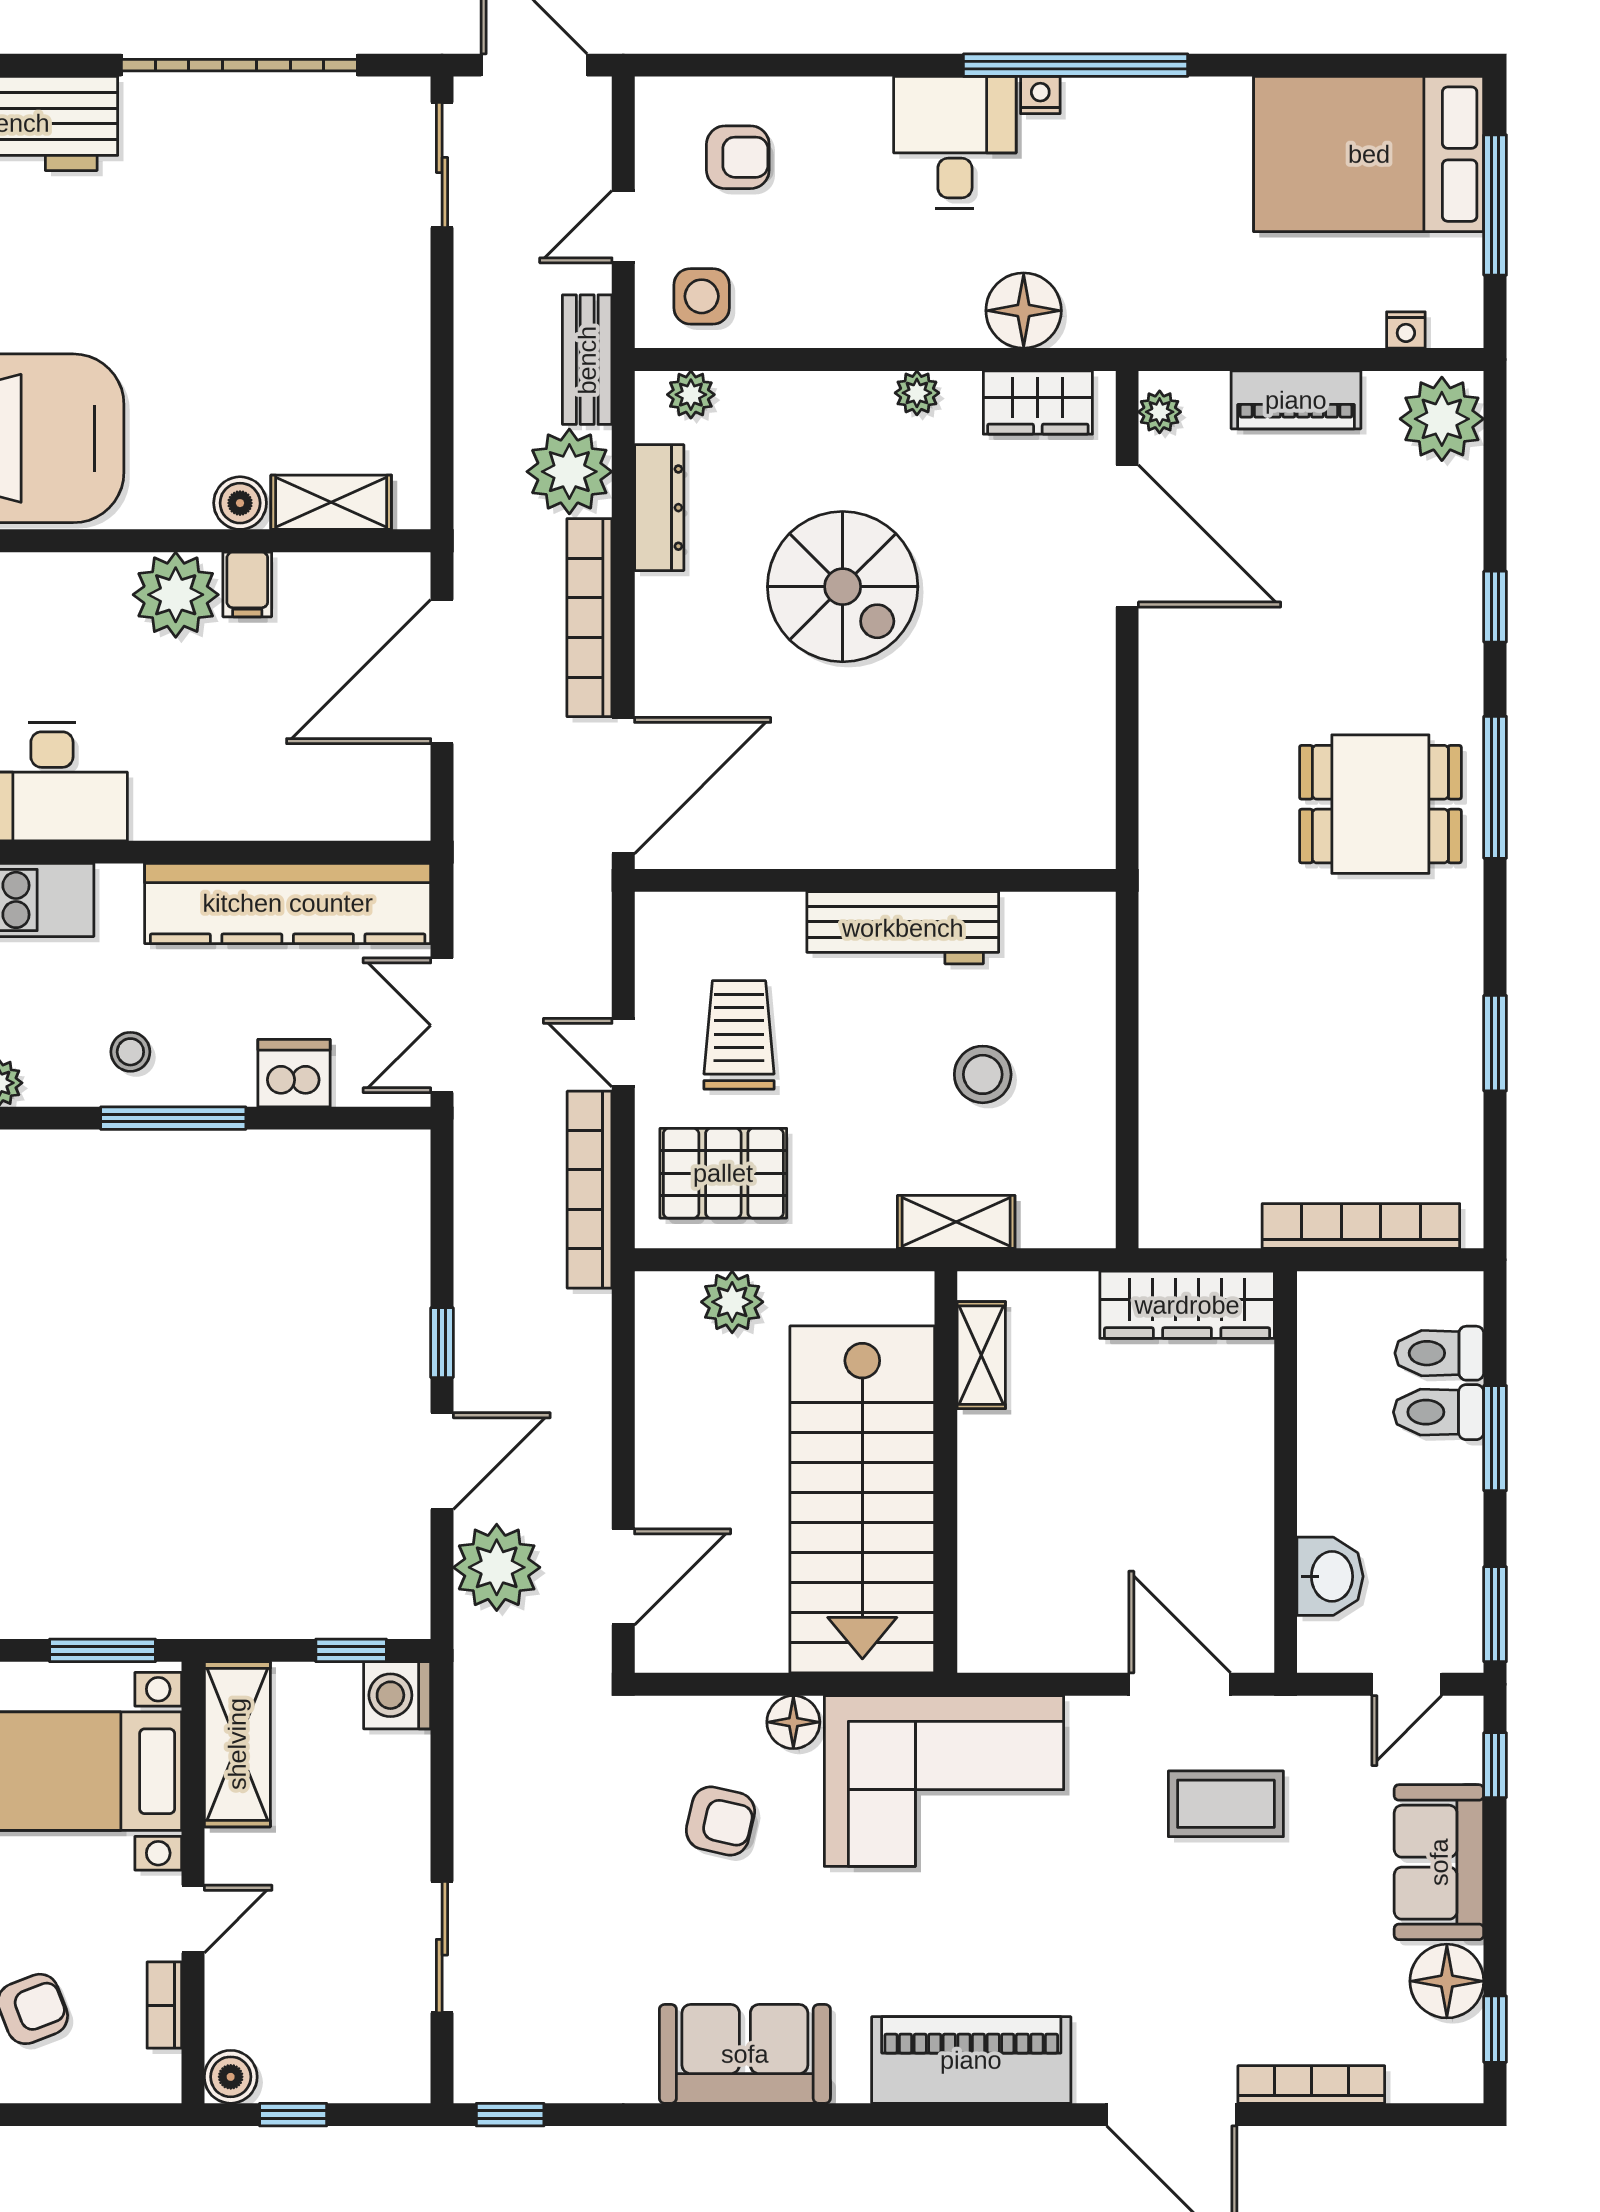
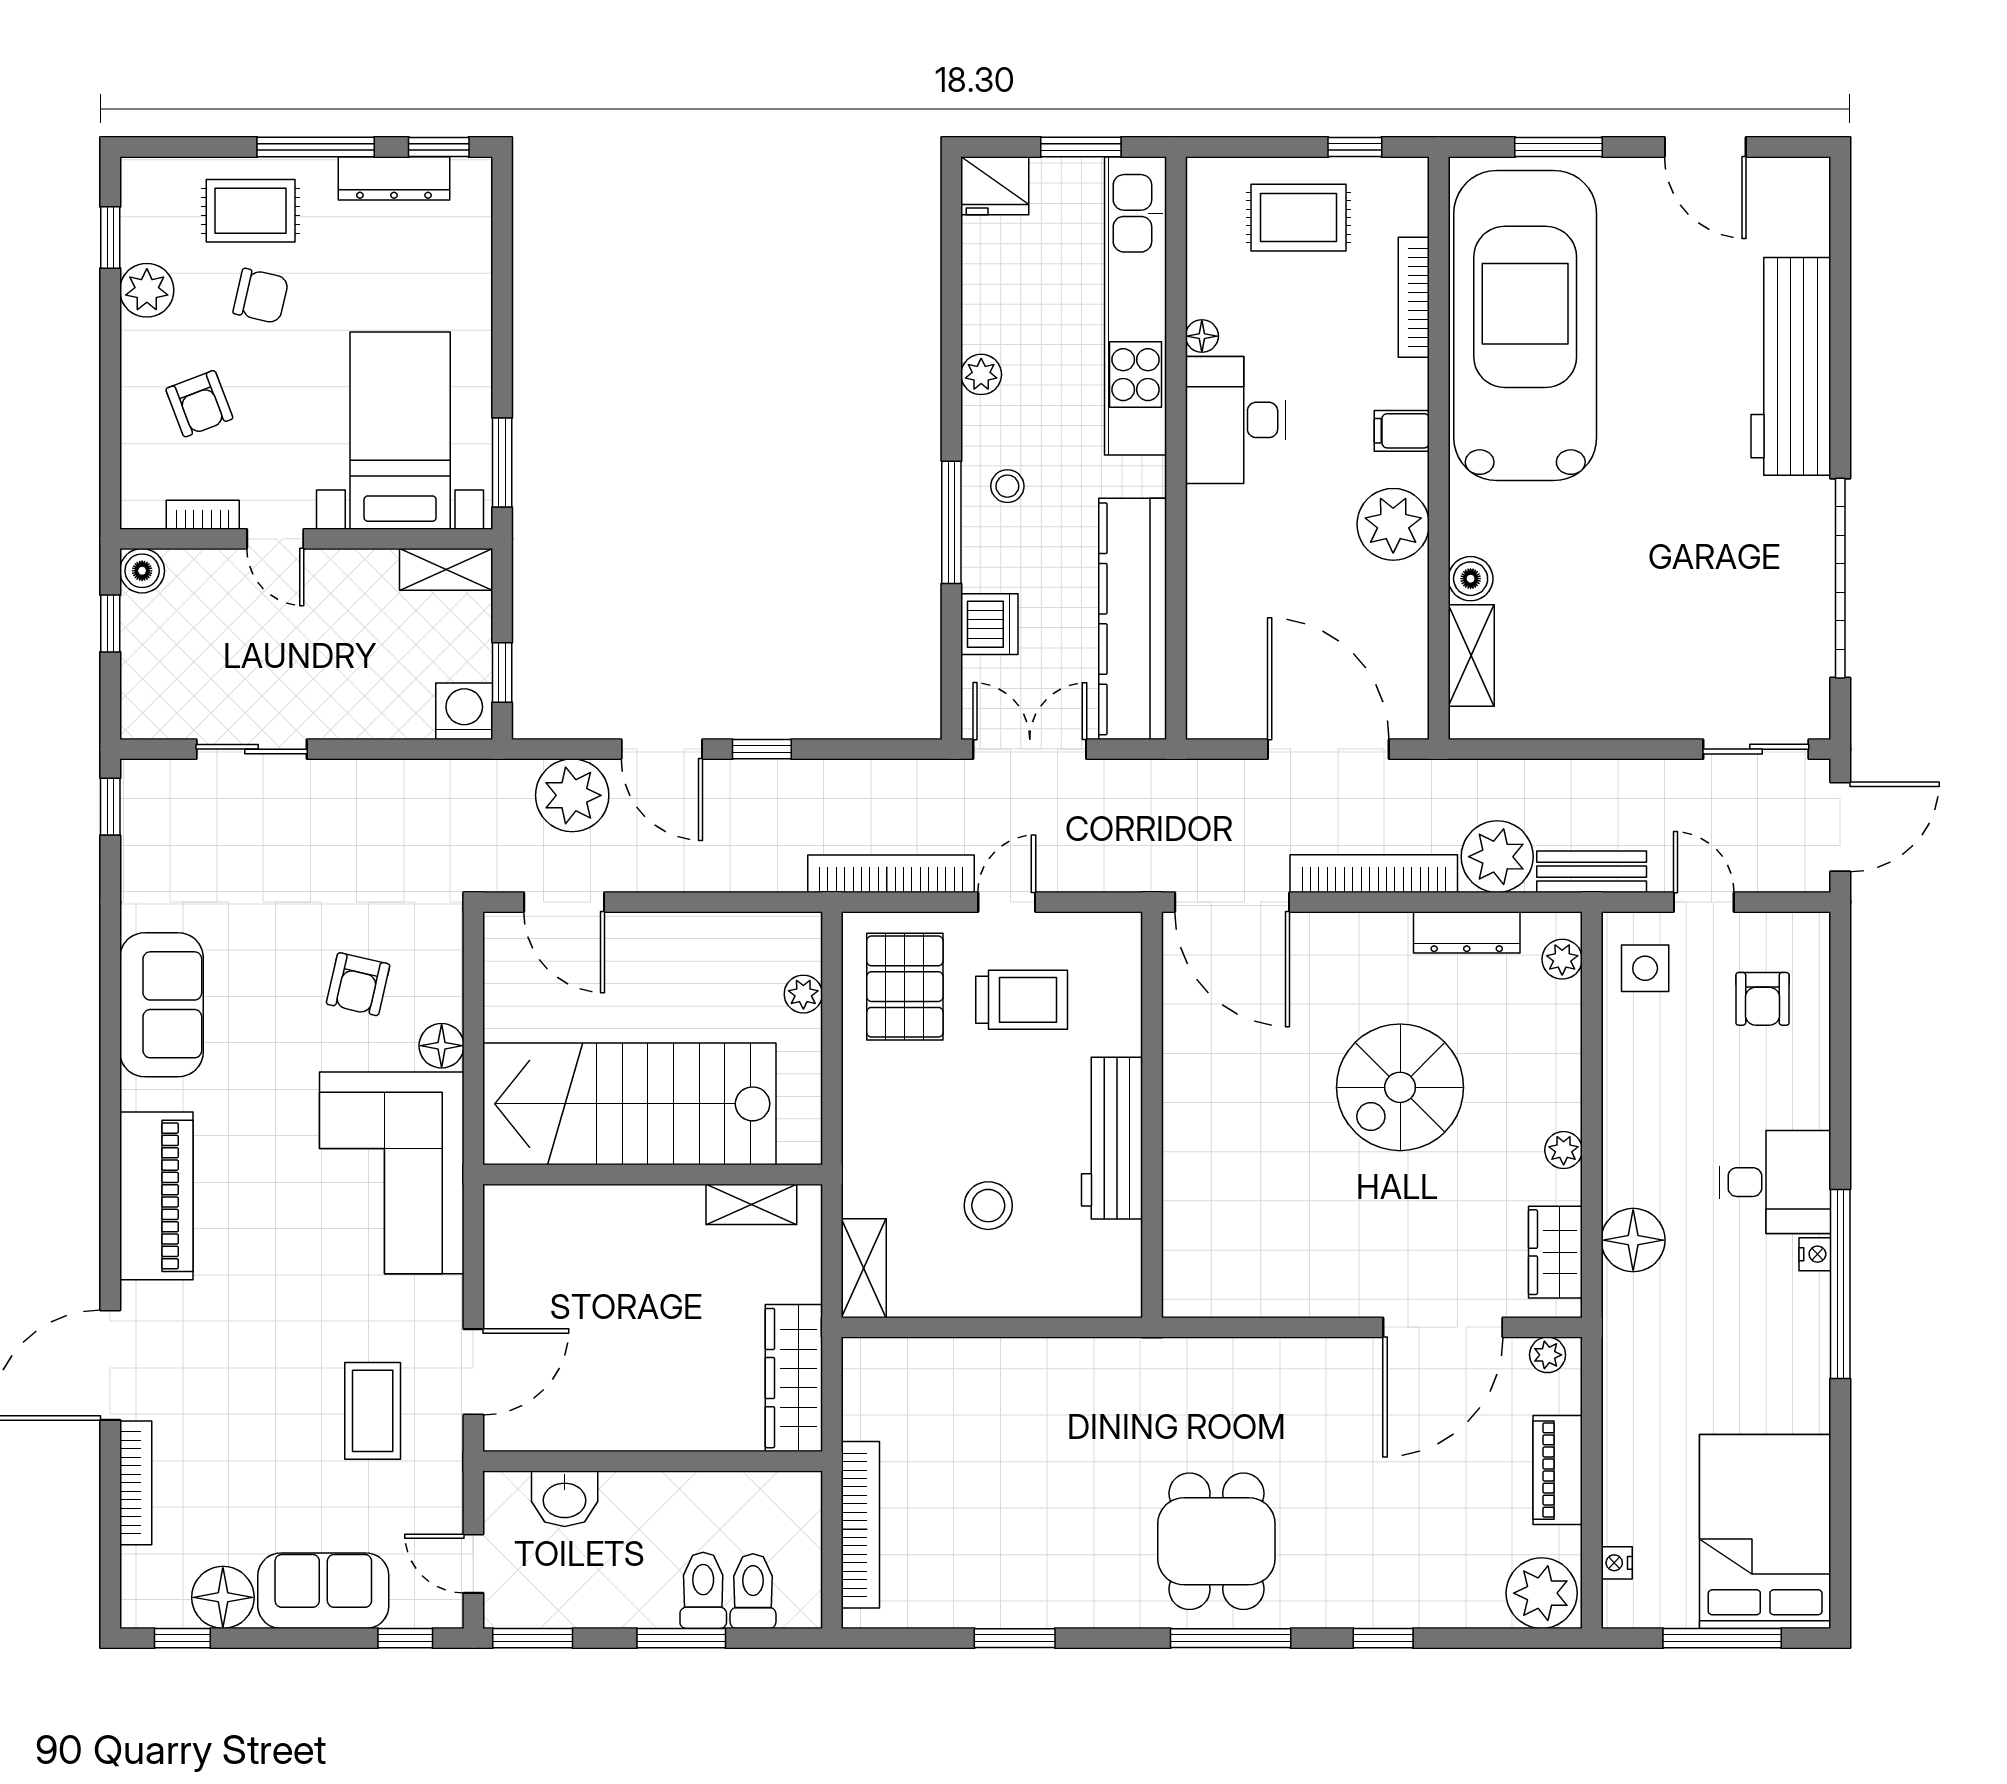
filing cabinet: (247, 584) -> (1402, 431), moved
shelving: (956, 1222) -> (864, 1268), moved
plant: (732, 1302) -> (803, 994), width x0.73, depth x0.73
shelving: (237, 1744) -> (446, 569), width x0.67, depth x0.75

